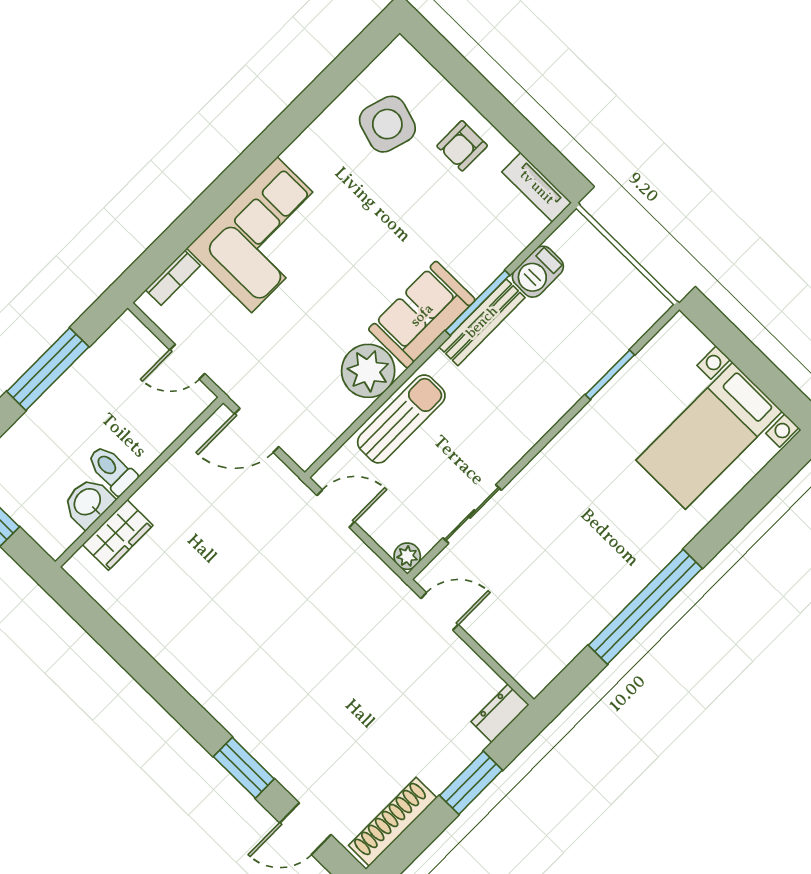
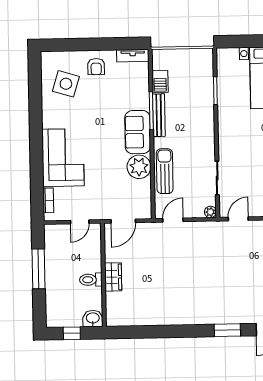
washbasin: (88, 503) -> (93, 318), moved, turned 90
wardrobe: (118, 535) -> (113, 277), moved

